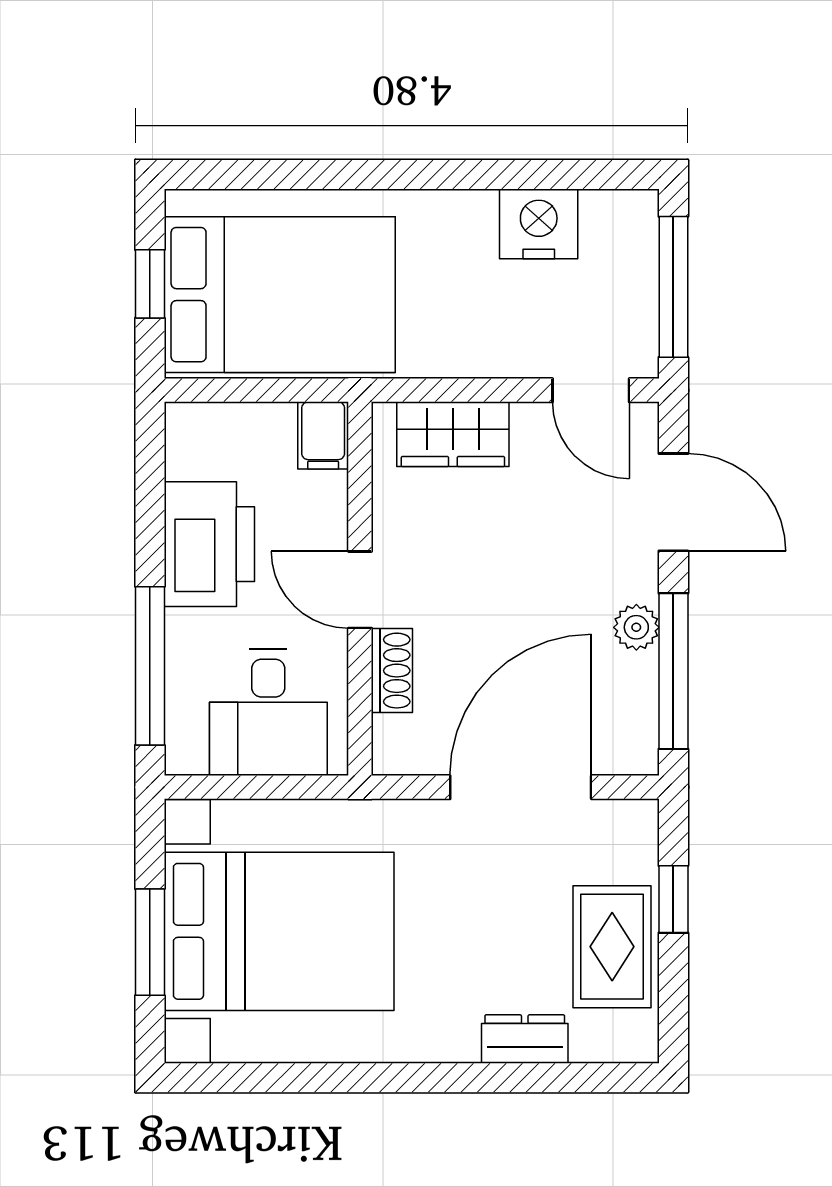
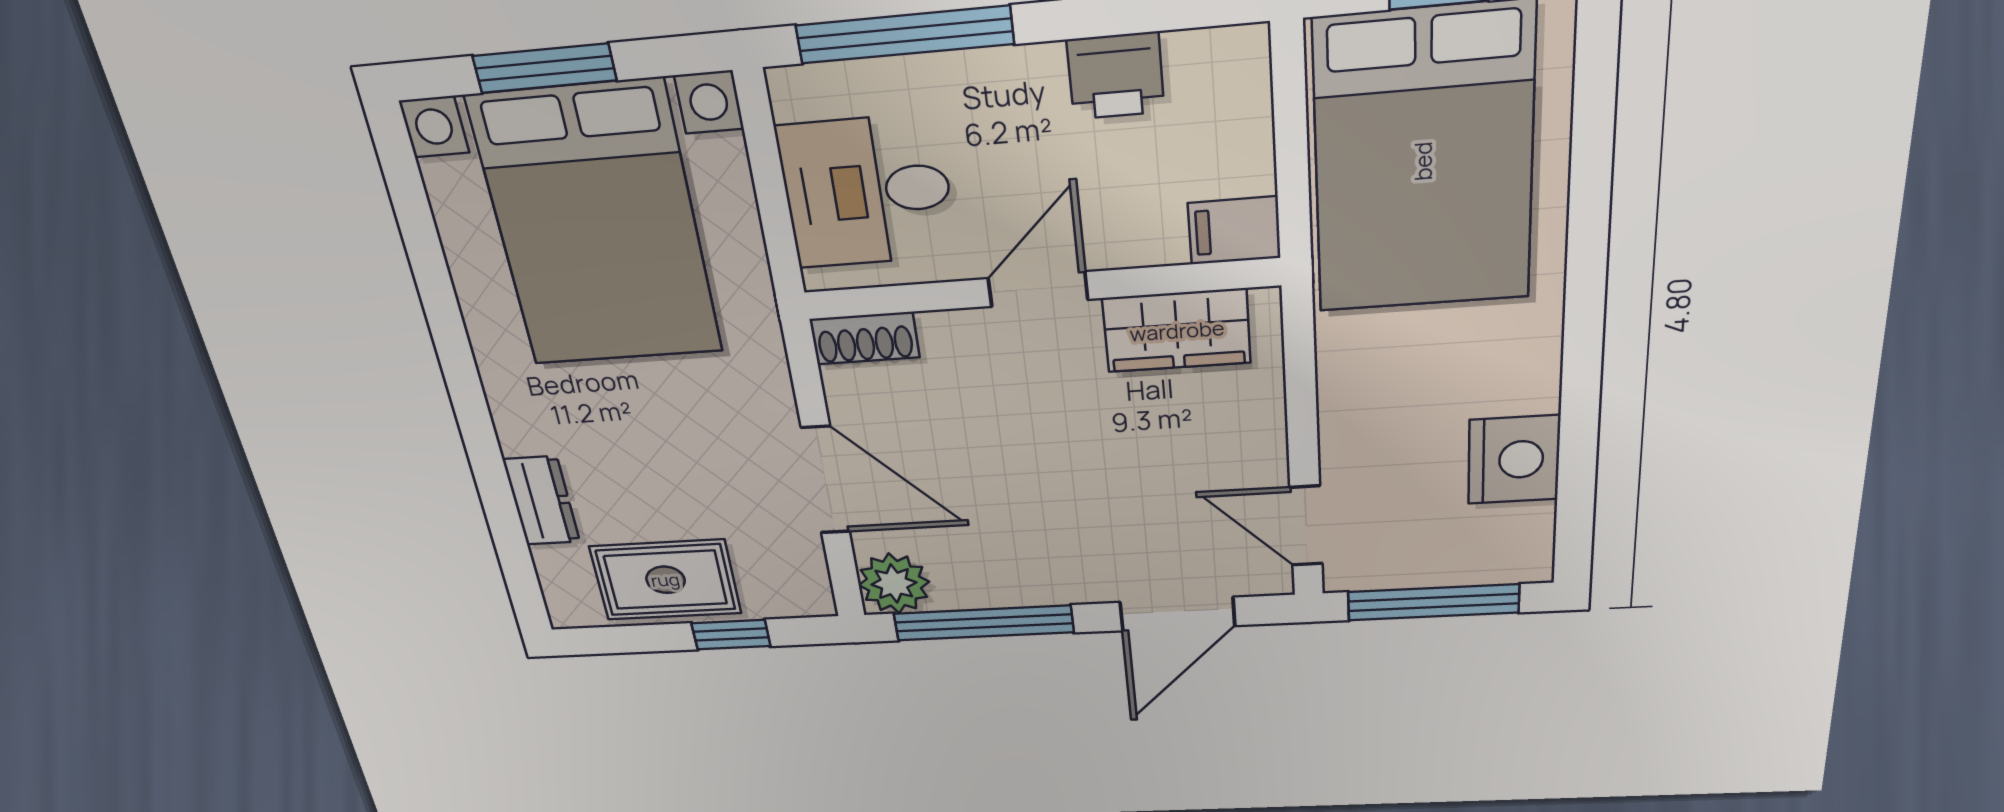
door: (591, 390) -> (1306, 526), hinge flipped
wardrobe: (453, 434) -> (1177, 331), moved, turned -90
printer: (209, 544) -> (1116, 76), width x0.53, depth x0.68
plant: (636, 627) -> (894, 583), moved, width x1.38, depth x1.38
shoe rack: (392, 671) -> (864, 338), moved
door: (521, 787) -> (826, 480), width x0.73

